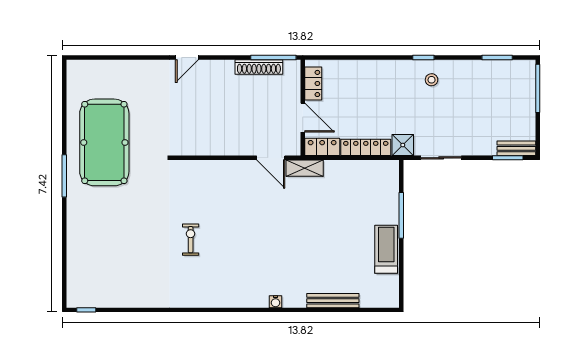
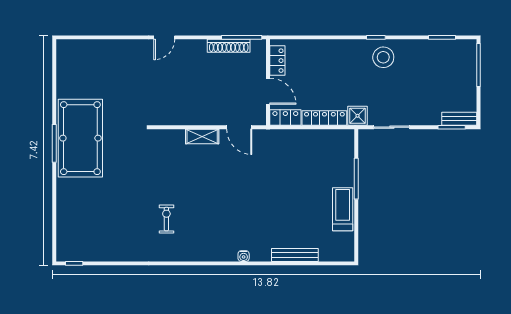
stool: (432, 80) -> (383, 57), width x1.89, depth x1.89
pool table: (104, 142) -> (80, 138), moved
shelving: (305, 168) -> (202, 136), moved
exercise bike: (191, 240) -> (166, 219), moved

